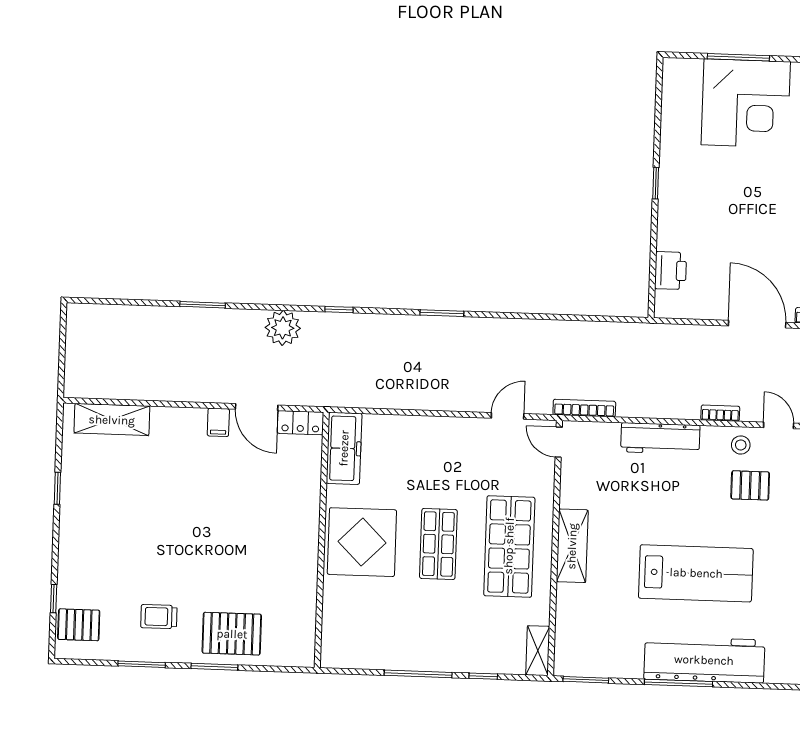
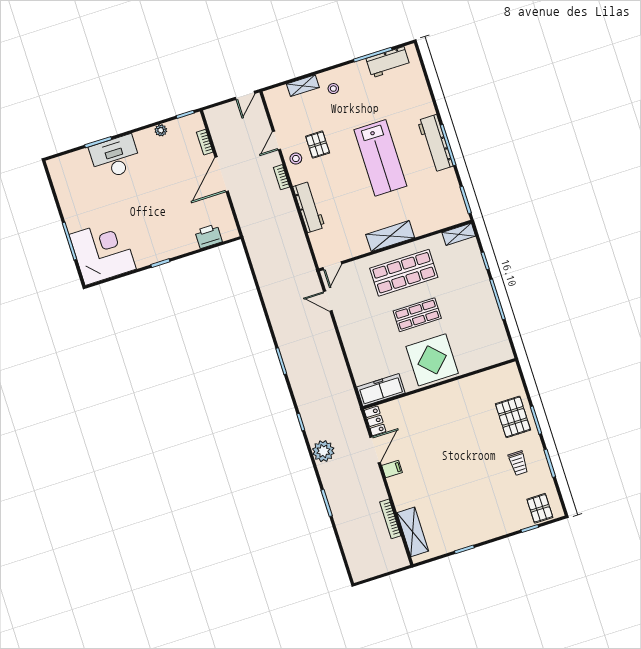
corner desk: (746, 103) -> (103, 252), moved
bookcase: (584, 408) -> (390, 519), moved
lab bench: (696, 573) -> (380, 158), turned 180
workbench: (704, 660) -> (435, 143), width x0.73, depth x0.76

